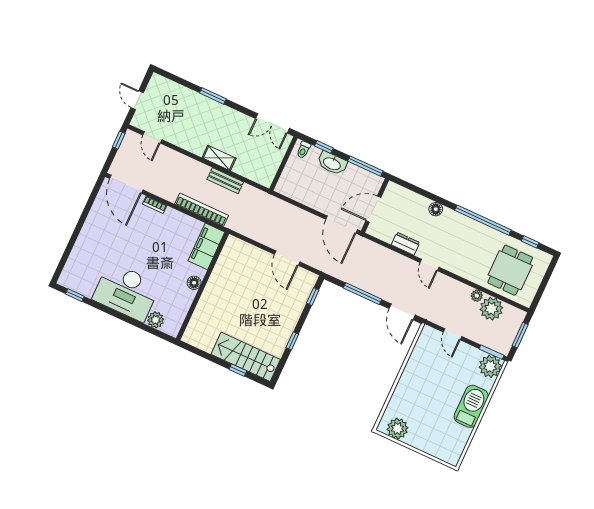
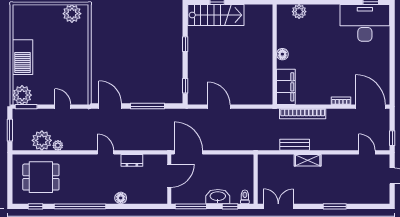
dining table: (510, 270) -> (41, 177), turned 90
desk: (126, 292) -> (365, 23), moved

